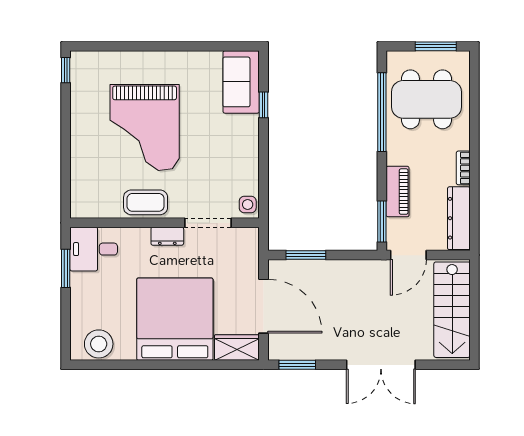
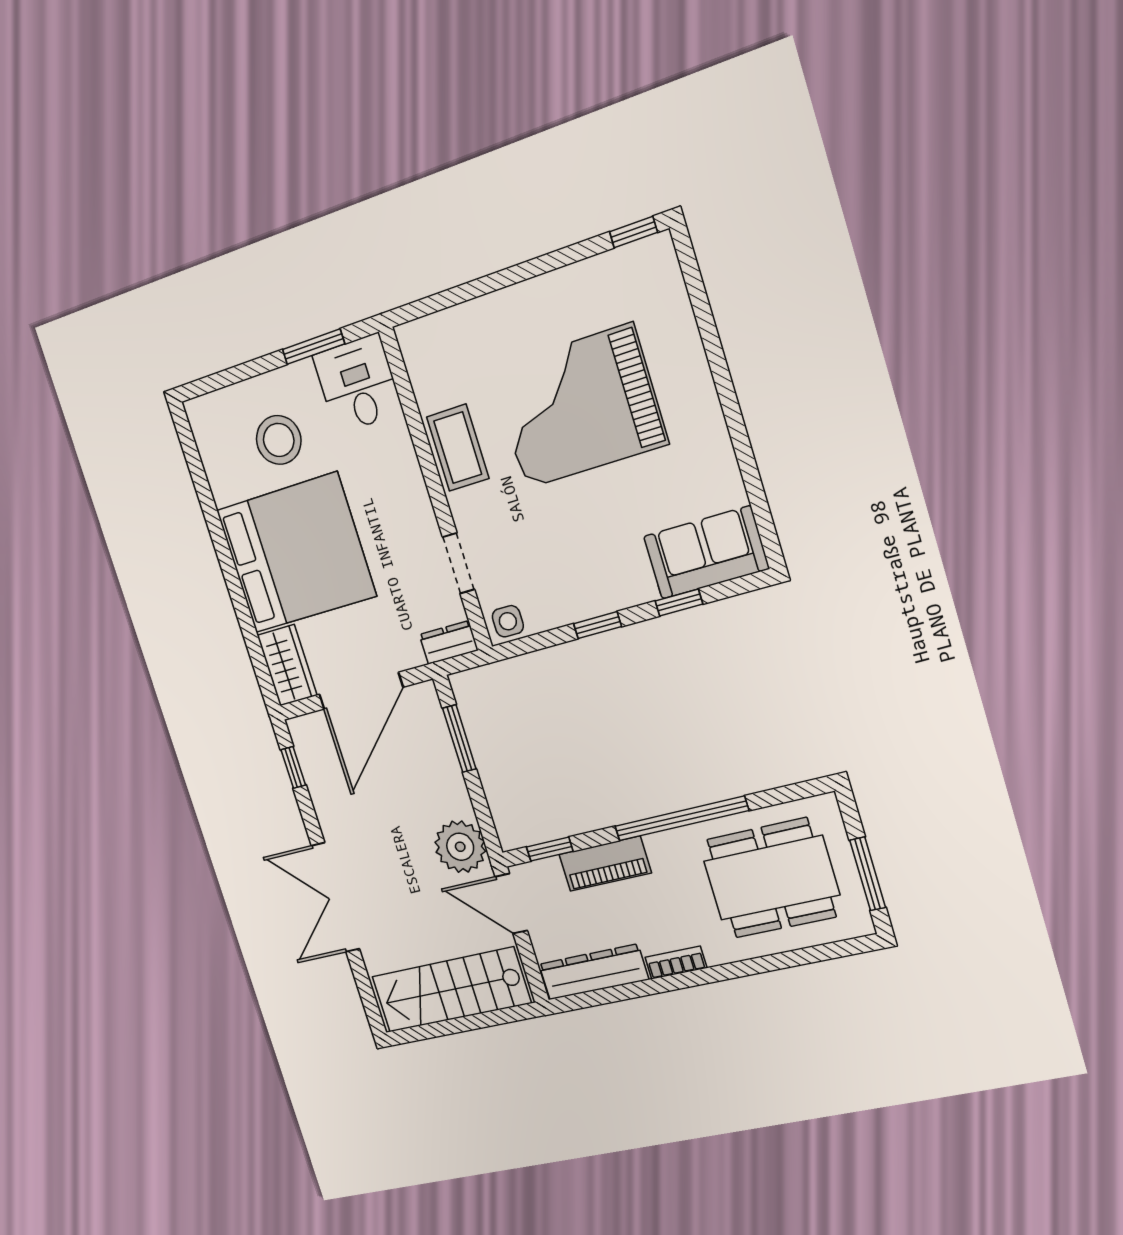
dining table: (426, 99) -> (771, 878), turned 90
window: (382, 112) -> (681, 818), moved
window: (264, 154) -> (598, 625), added
window: (382, 222) -> (550, 849), width x0.67
doorway: (208, 223) -> (459, 563), width x0.73
dresser: (167, 236) -> (449, 642), moved, turned 90
plant: (368, 275) -> (460, 847), added
stool: (99, 344) -> (279, 440), moved
window: (297, 365) -> (293, 767), width x0.67

